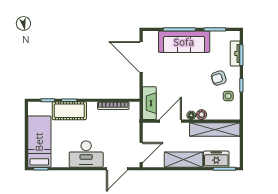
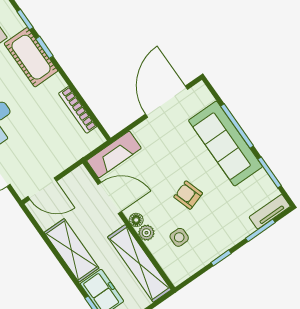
tv unit: (235, 53) -> (270, 212), moved
armchair: (219, 78) -> (188, 195), moved
side table: (228, 96) -> (179, 237), moved

